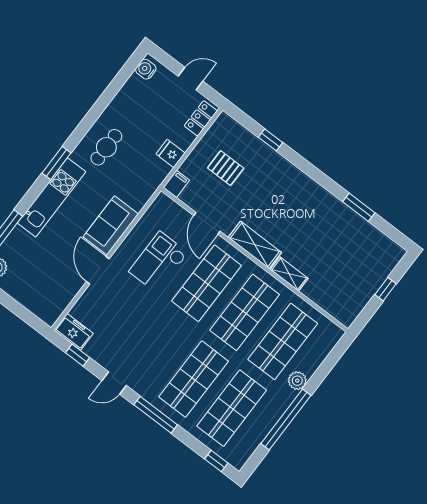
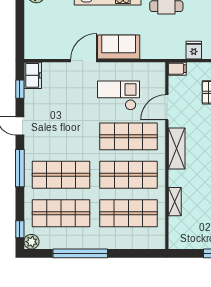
shelving: (289, 274) -> (175, 202), moved
plant: (297, 381) -> (31, 242), moved

